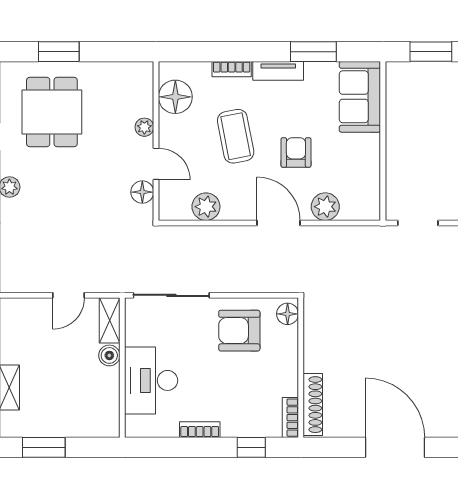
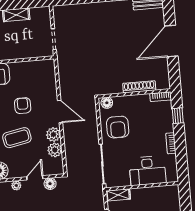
armchair: (296, 152) -> (23, 106), turned 90
plant: (325, 207) -> (53, 134), moved
door: (279, 223) -> (60, 111), swing flipped
boiler: (109, 355) -> (136, 193), removed
shoe rack: (313, 405) -> (139, 87), moved

